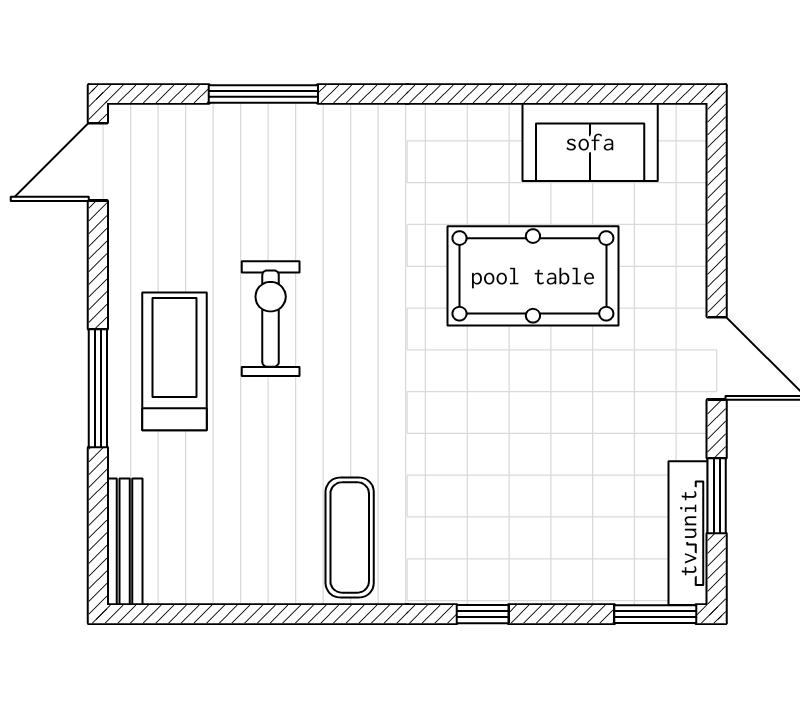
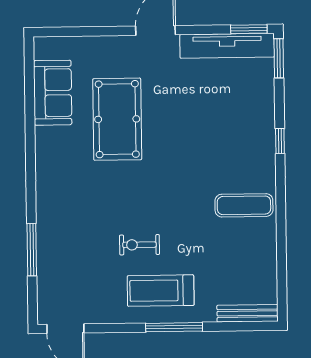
exercise bike: (271, 319) -> (139, 245), width x0.73, depth x0.72
window: (717, 496) -> (249, 29), moved
tv unit: (688, 533) -> (227, 46), width x1.36, depth x1.29

